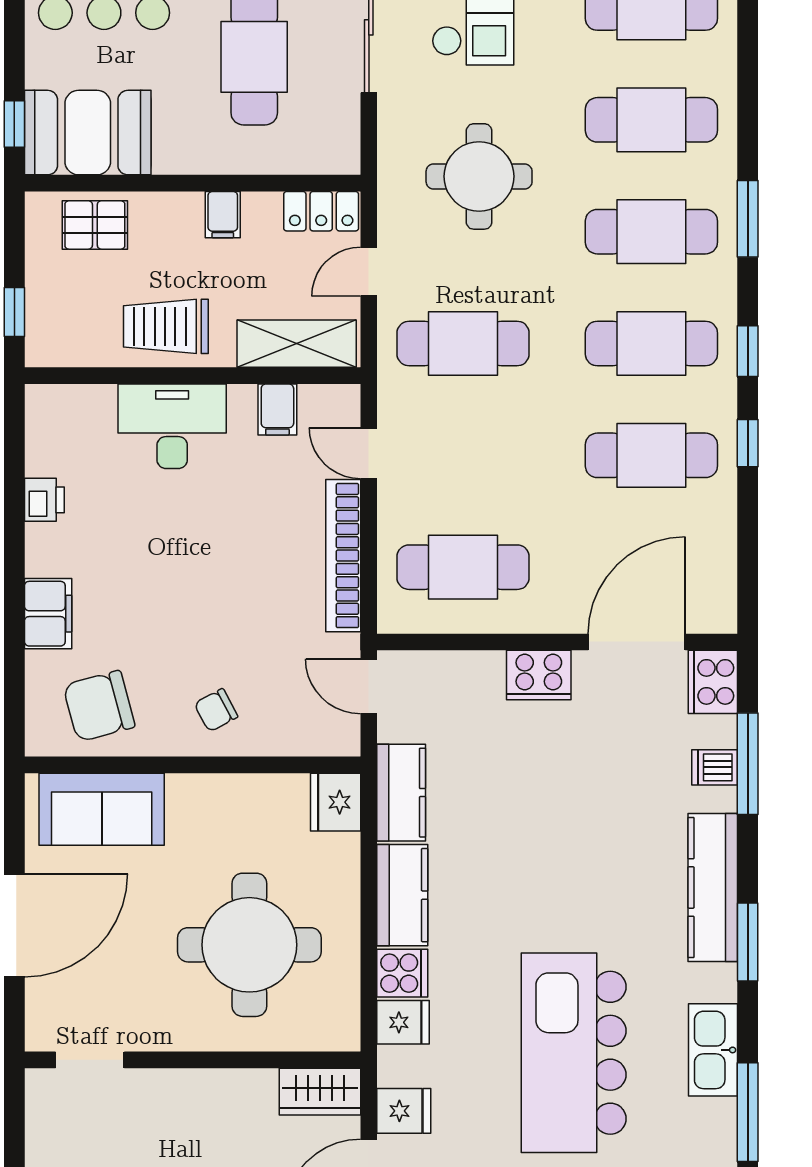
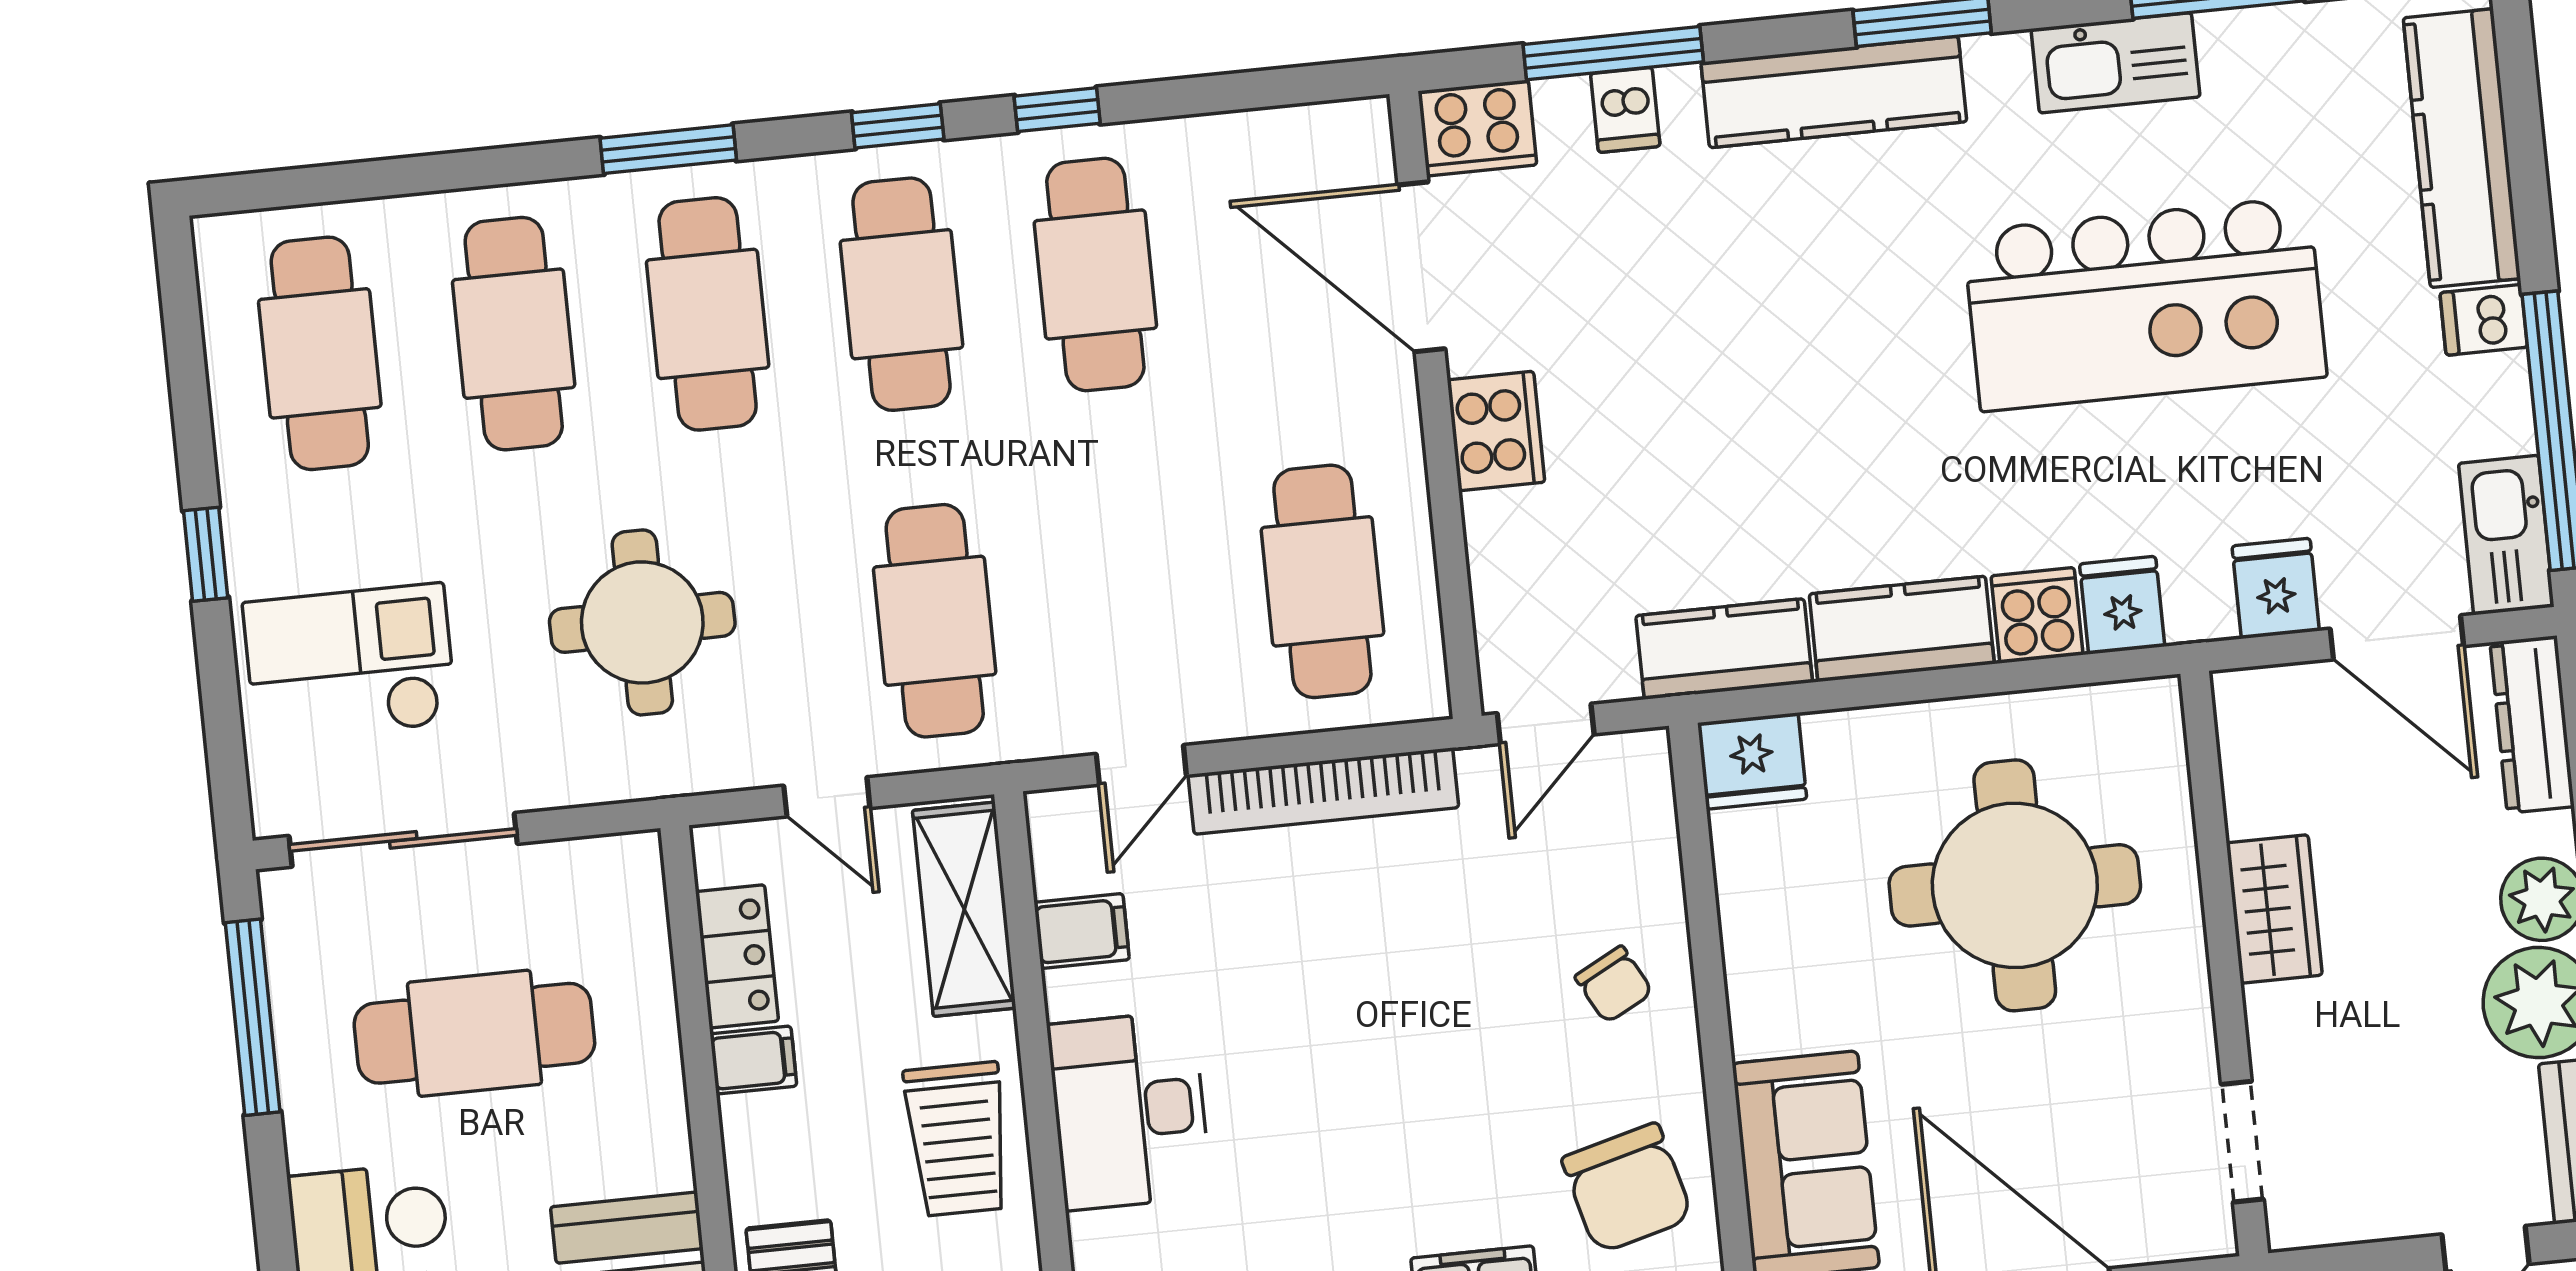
locker: (321, 211) -> (737, 956), moved
wardrobe: (320, 1092) -> (2274, 909), moved

